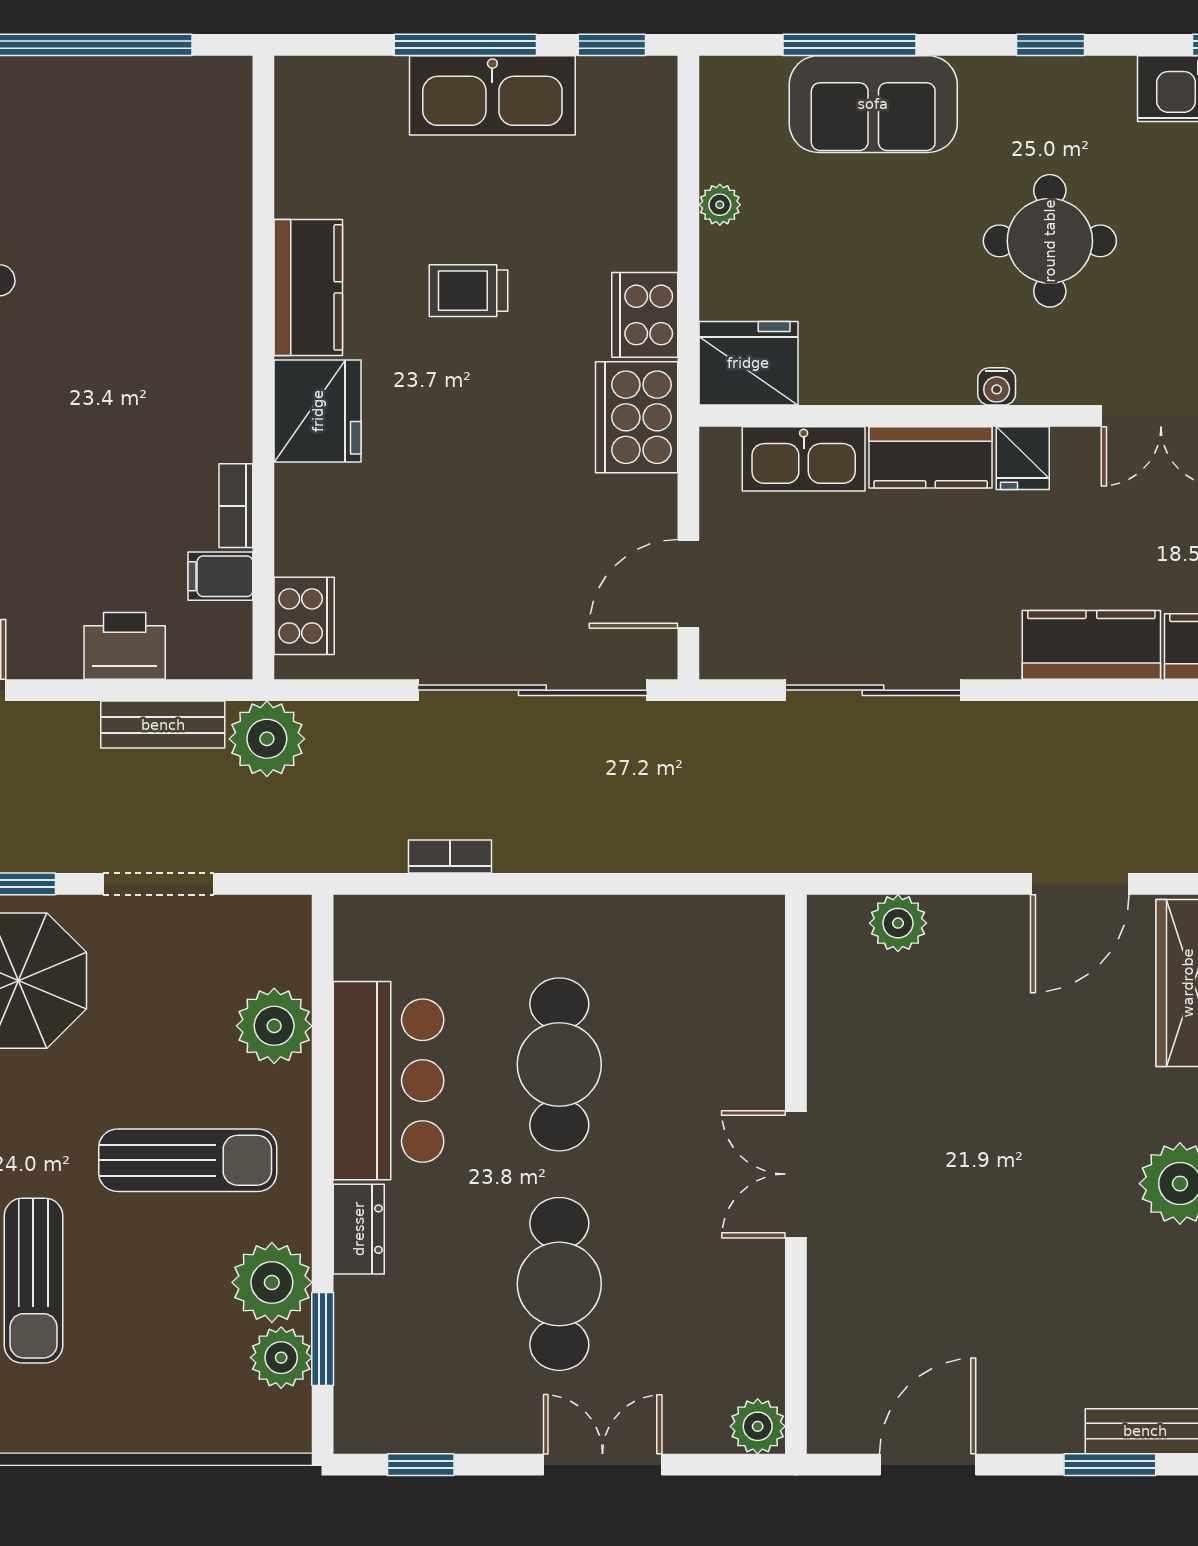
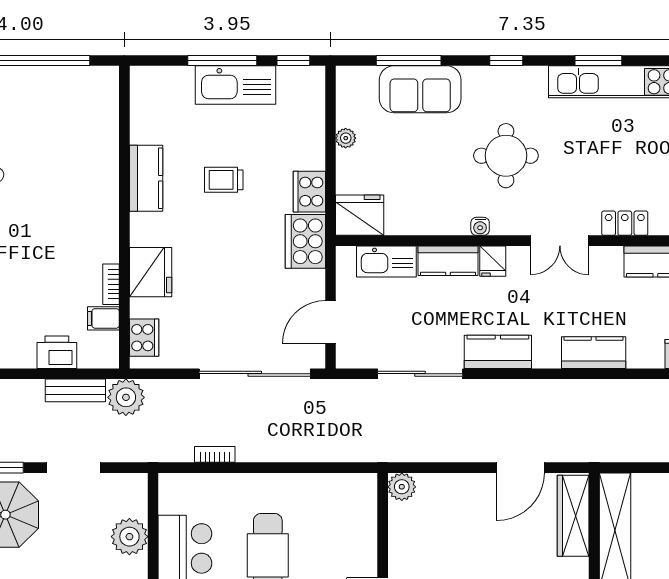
fridge: (318, 411) -> (151, 272), moved
kitchen counter: (1091, 645) -> (498, 352), moved
plant: (898, 923) -> (402, 487), moved

